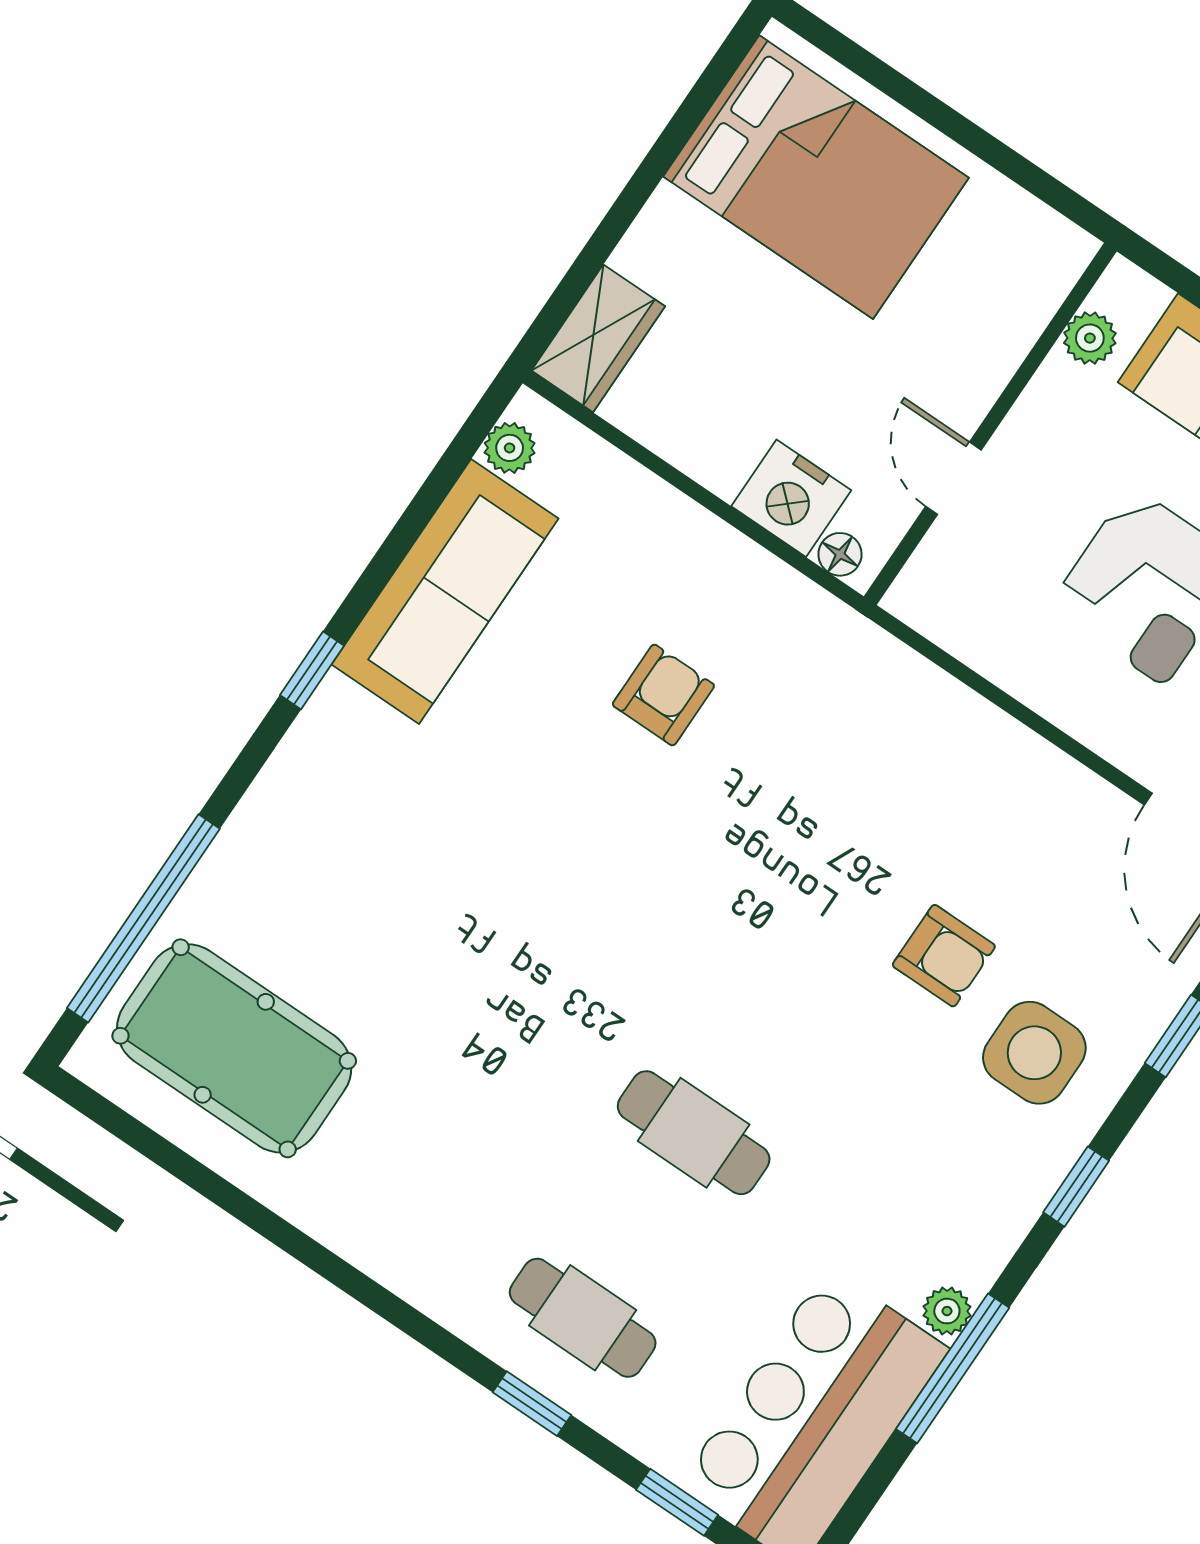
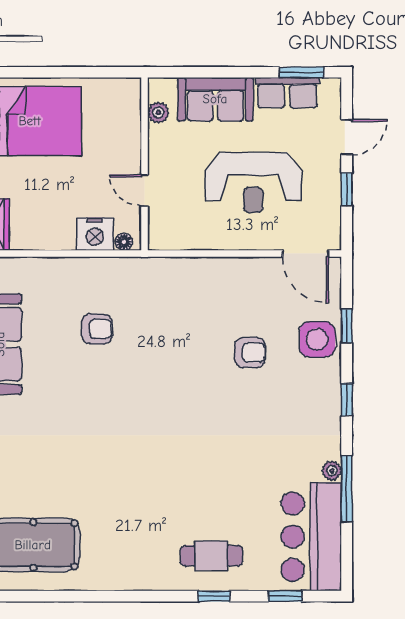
armchair: (663, 695) -> (97, 329), turned 90
side table: (1034, 1053) -> (317, 339), moved
cafe table: (694, 1133) -> (206, 469), removed

